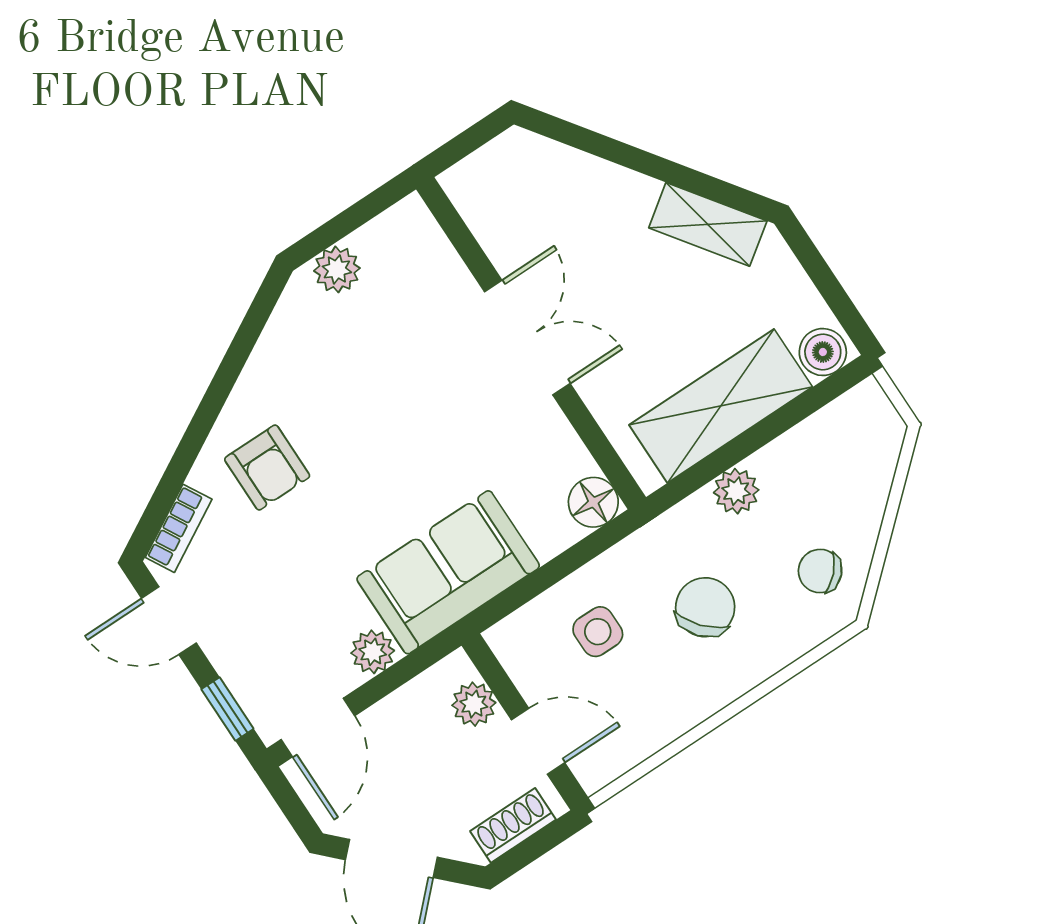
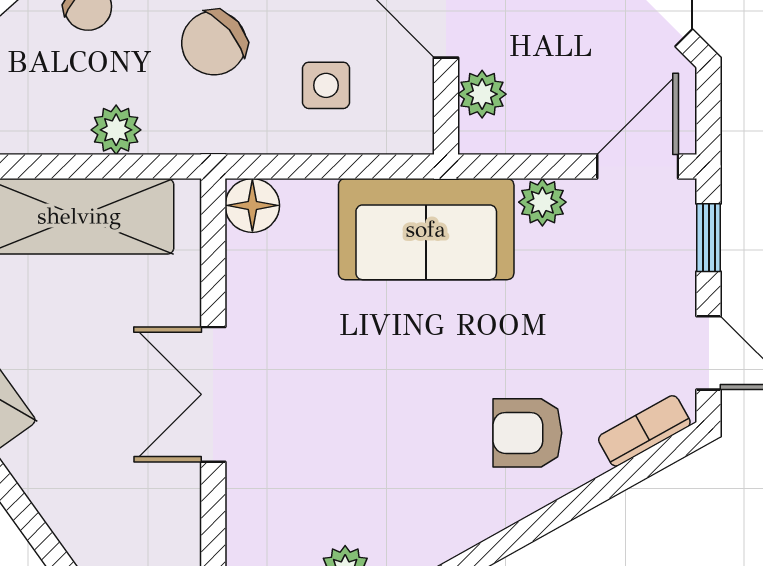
armchair: (267, 468) -> (527, 433), turned -90

